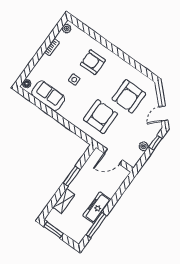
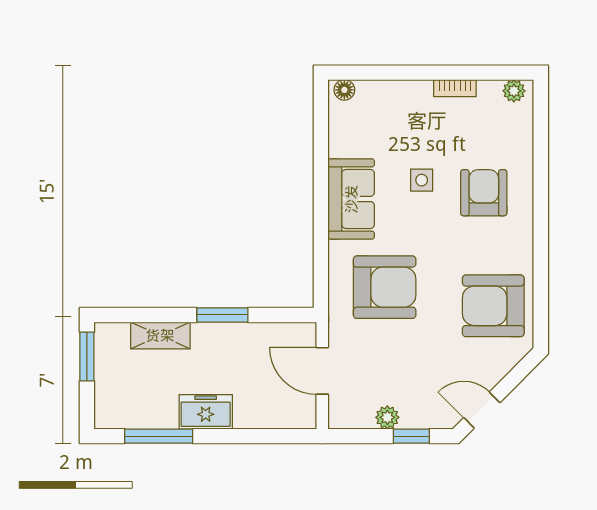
sofa: (48, 96) -> (351, 199), moved
armchair: (129, 96) -> (493, 306), moved
freezer: (97, 208) -> (206, 412), width x0.71

